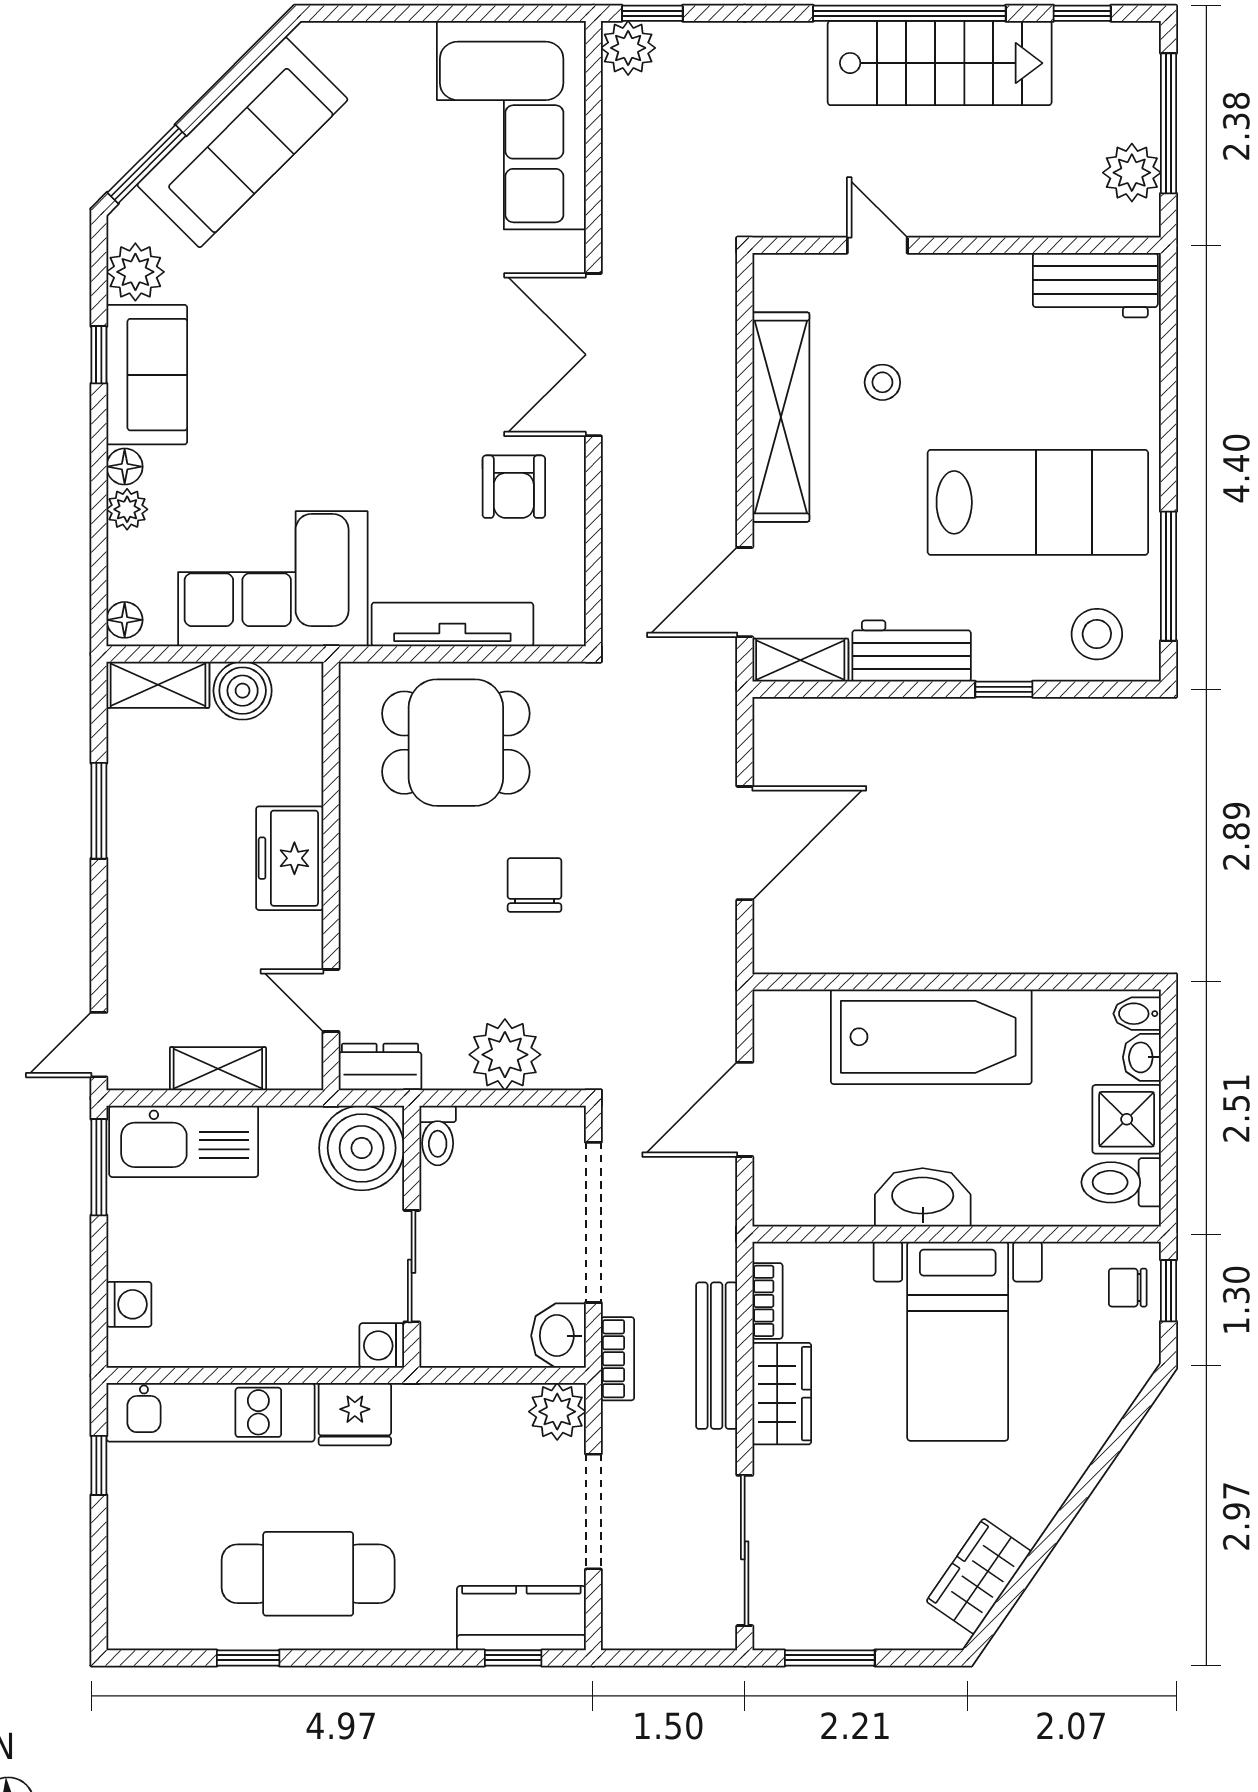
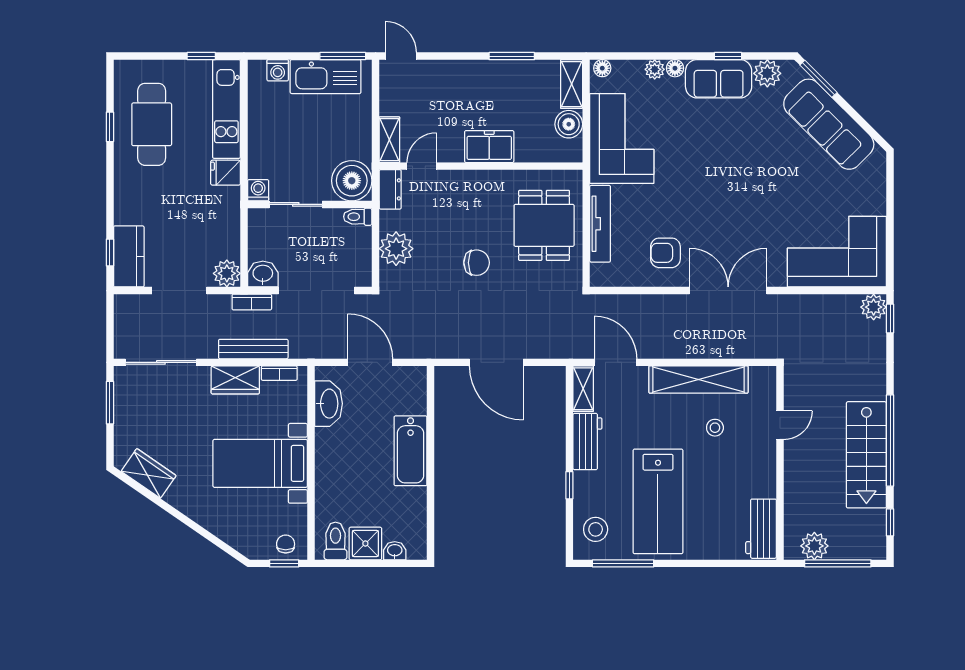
bidet: (1137, 1014) -> (415, 548), removed
bathtub: (931, 1037) -> (411, 451), width x0.73, depth x0.73
shelving: (218, 1069) -> (389, 140), moved
kitchen sink: (184, 1141) -> (326, 77), moved, turned -90
washbasin: (923, 1197) -> (328, 404), moved
fridge: (355, 1414) -> (226, 173), width x0.72
cafe table: (308, 1574) -> (152, 124), moved

